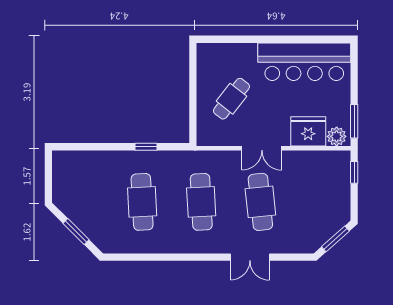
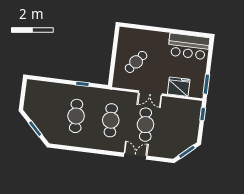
bar counter: (304, 62) -> (189, 46), width x0.73
plant: (337, 136) -> (195, 92), removed
double door: (250, 257) -> (135, 156), swing flipped

